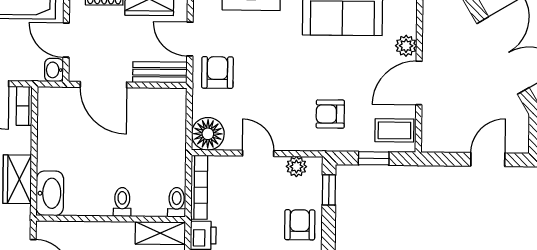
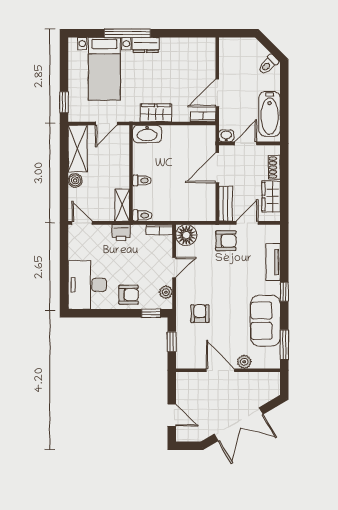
coffee table: (394, 130) -> (190, 355), removed
bookcase: (199, 187) -> (159, 230), width x0.64

